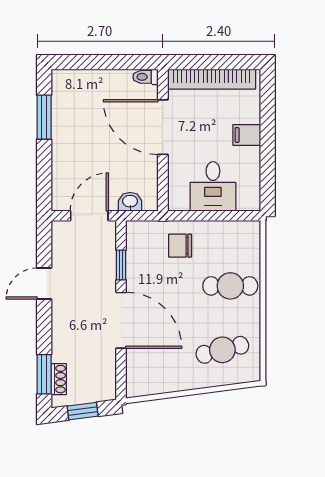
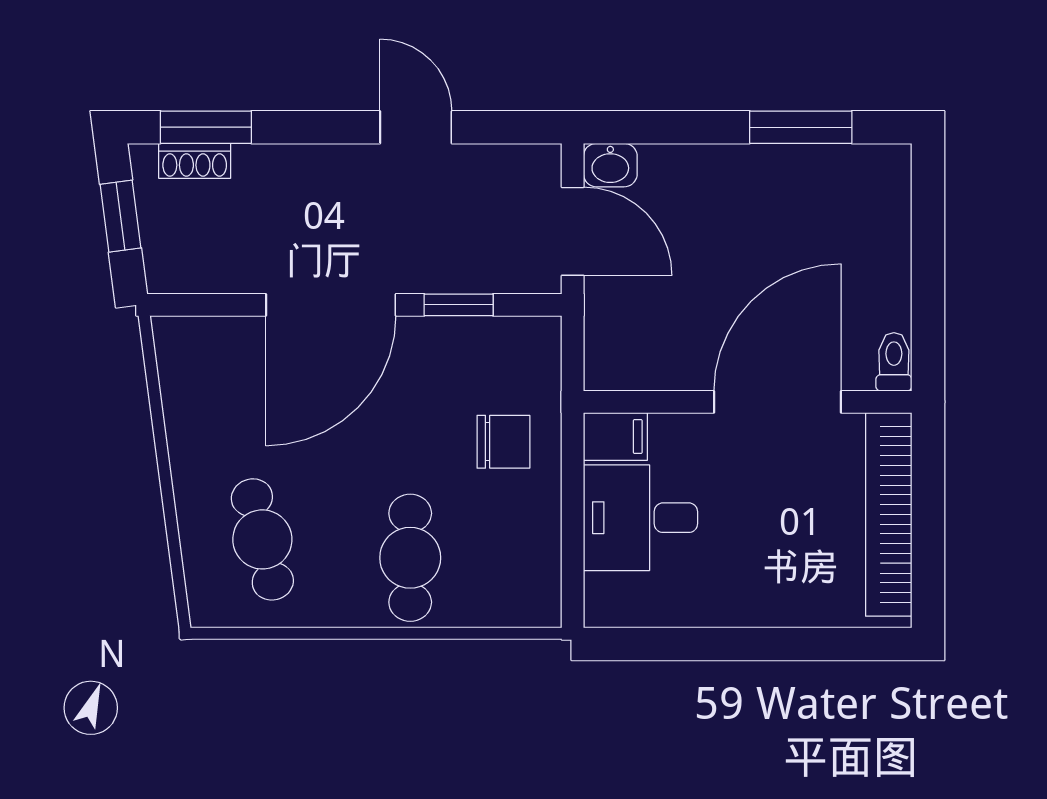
filing cabinet: (247, 135) -> (615, 437), moved, turned 90
washbasin: (130, 202) -> (610, 165), moved, turned 90
chair: (180, 246) -> (503, 442), turned 90

